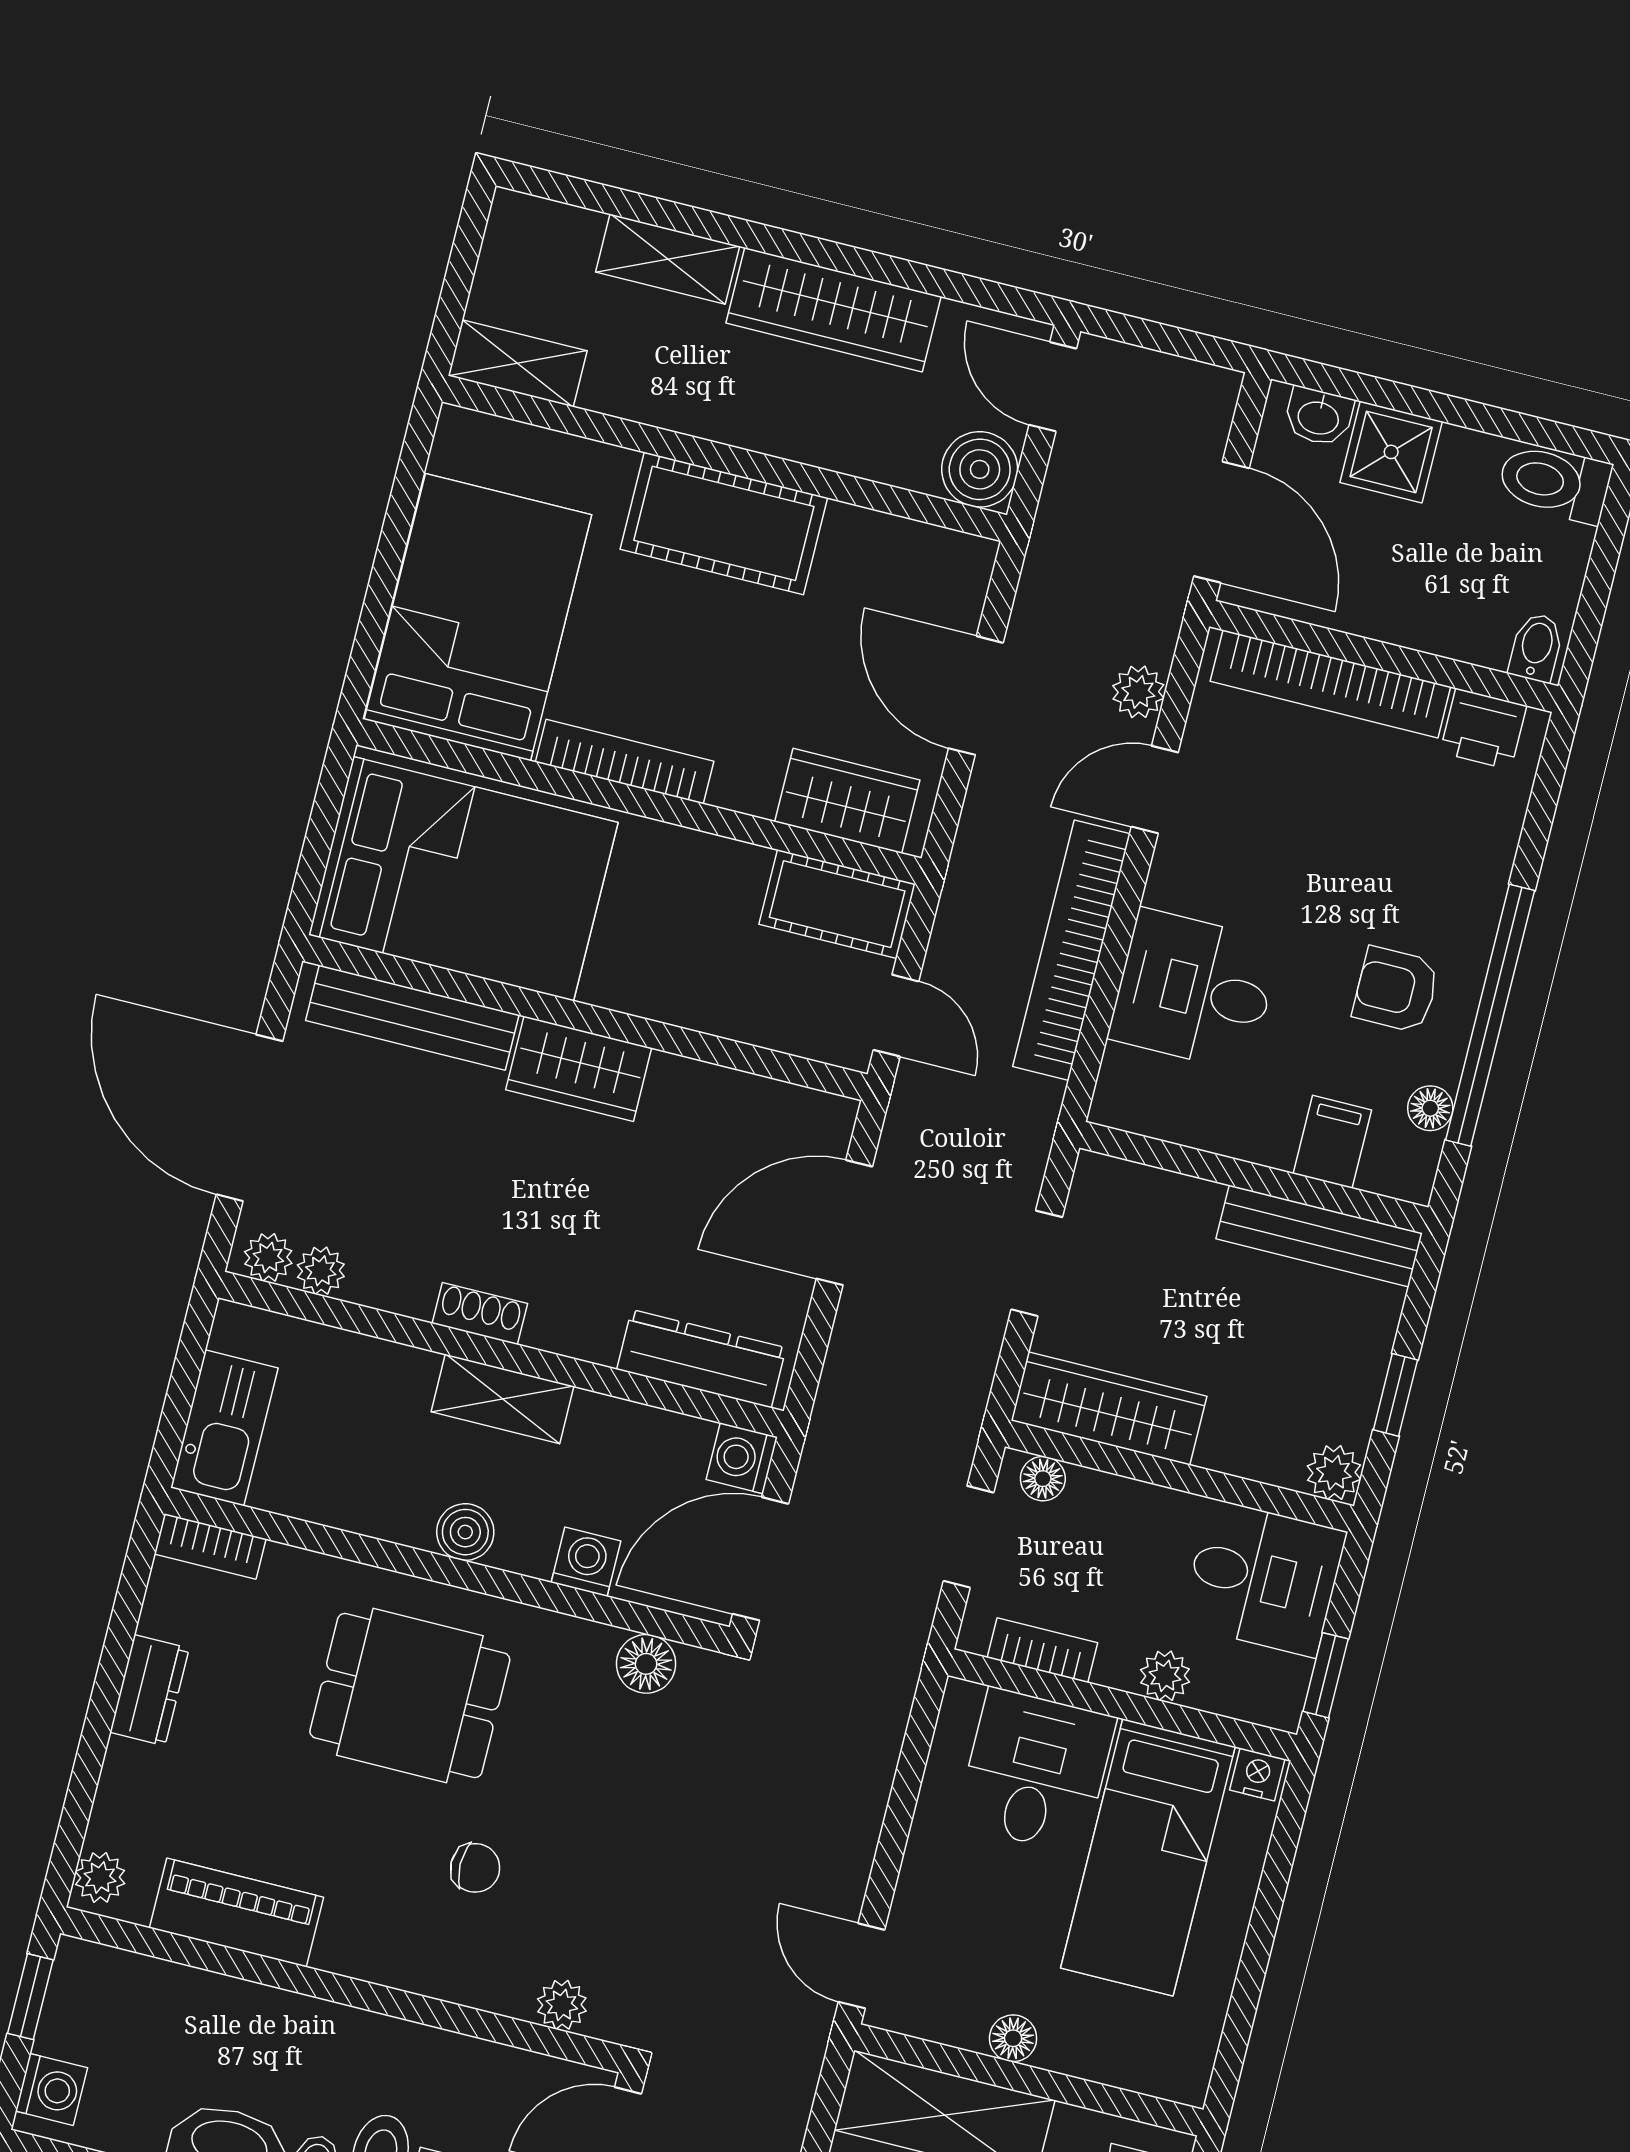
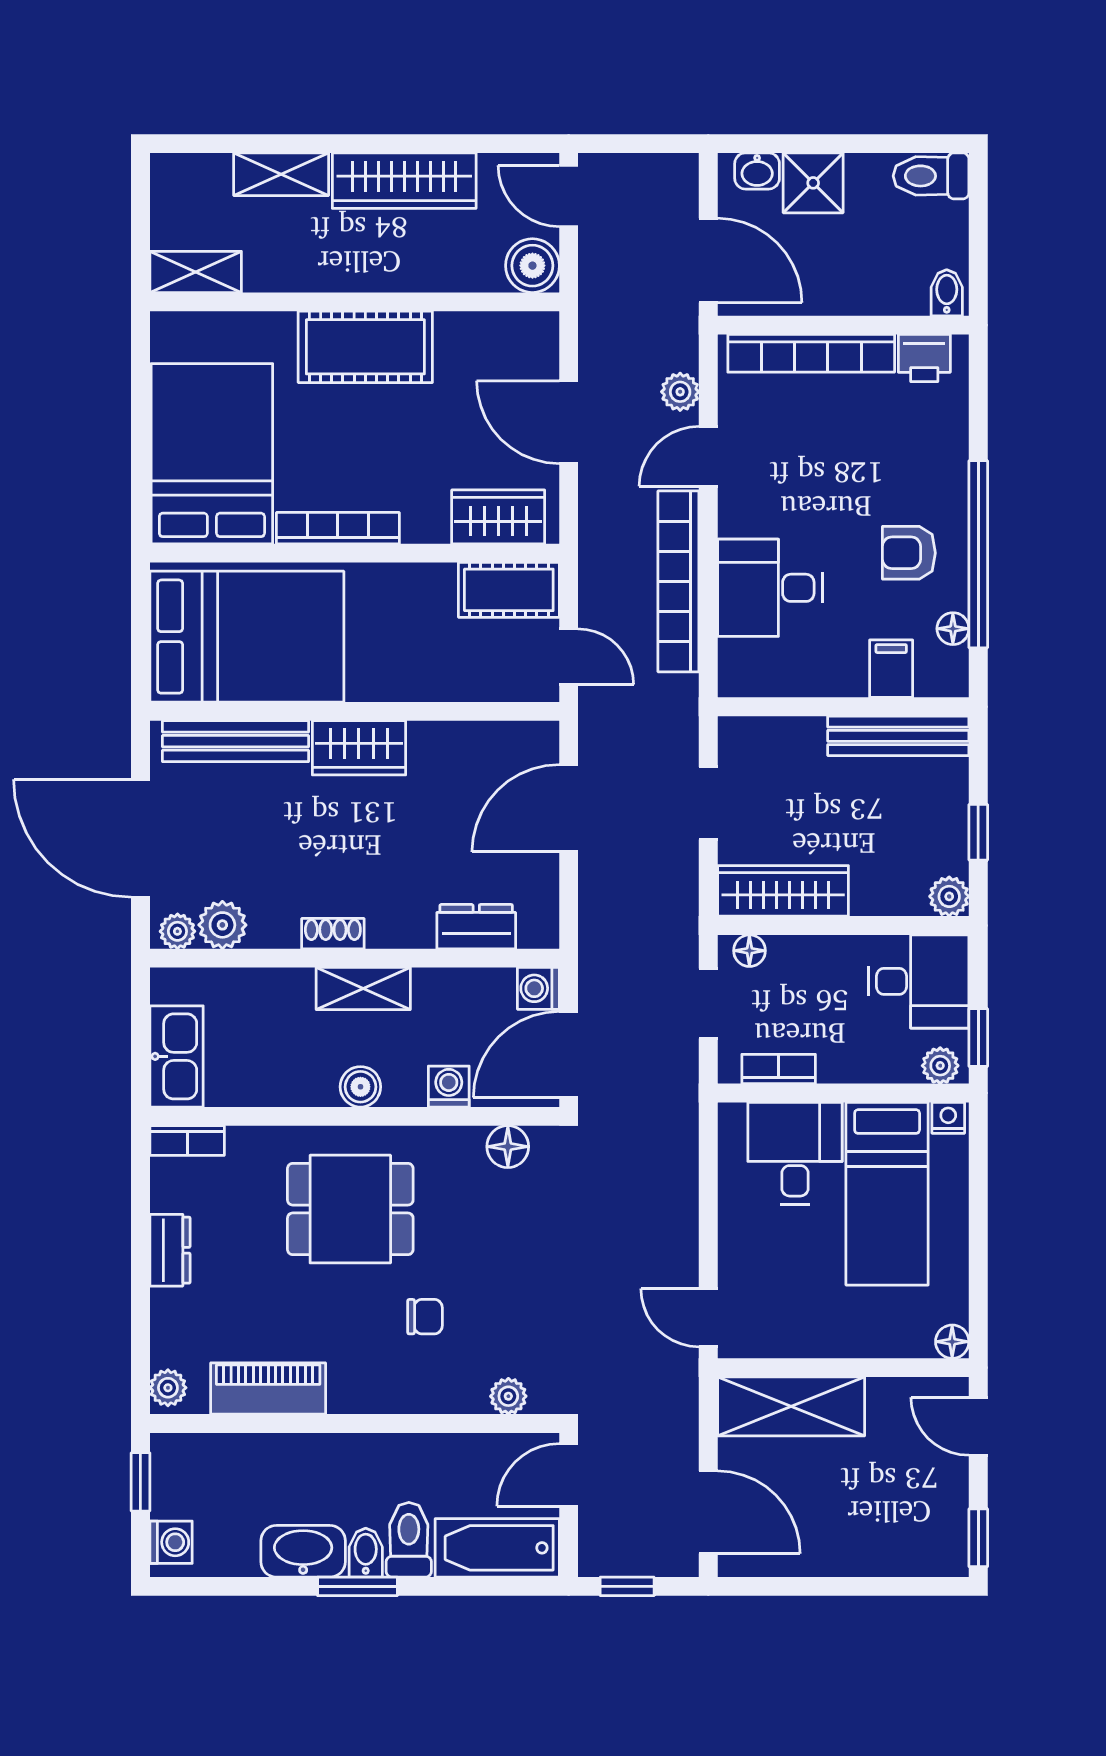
plant: (321, 1271) -> (222, 925), width x1.38, depth x1.38
dresser: (701, 1359) -> (476, 927), width x0.70
plant: (1165, 1676) -> (940, 1066), moved
floor lamp: (1013, 2038) -> (952, 1342), moved

